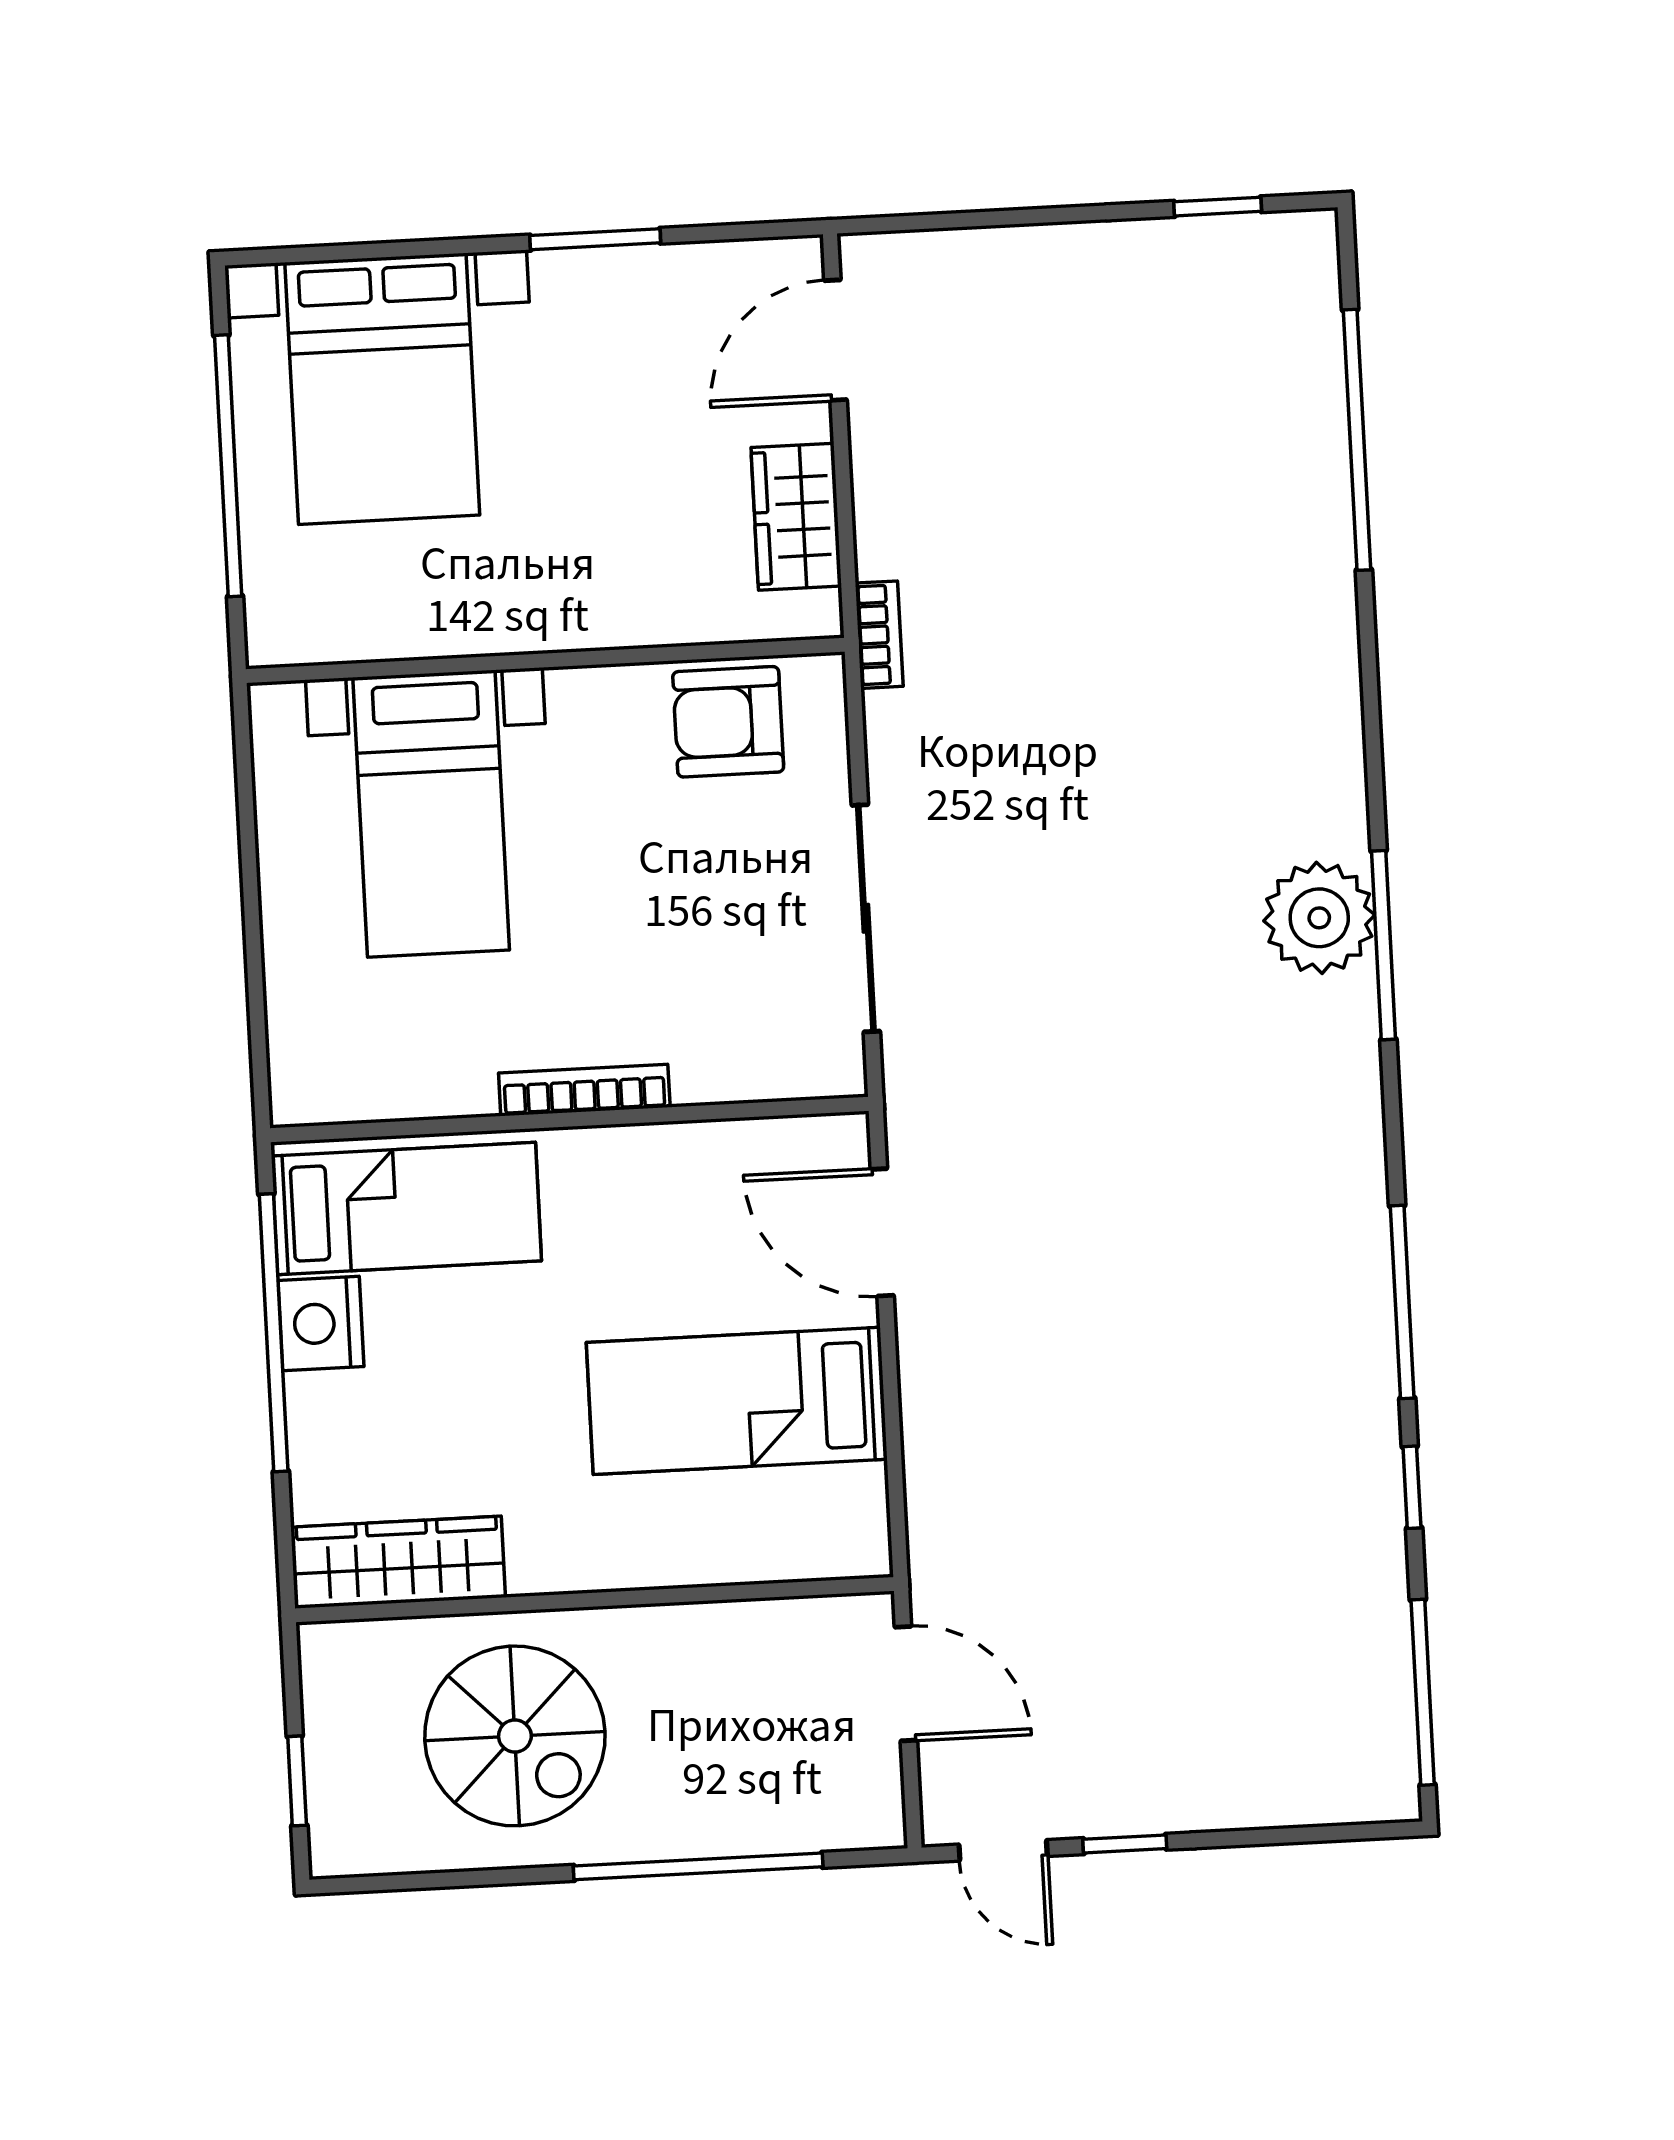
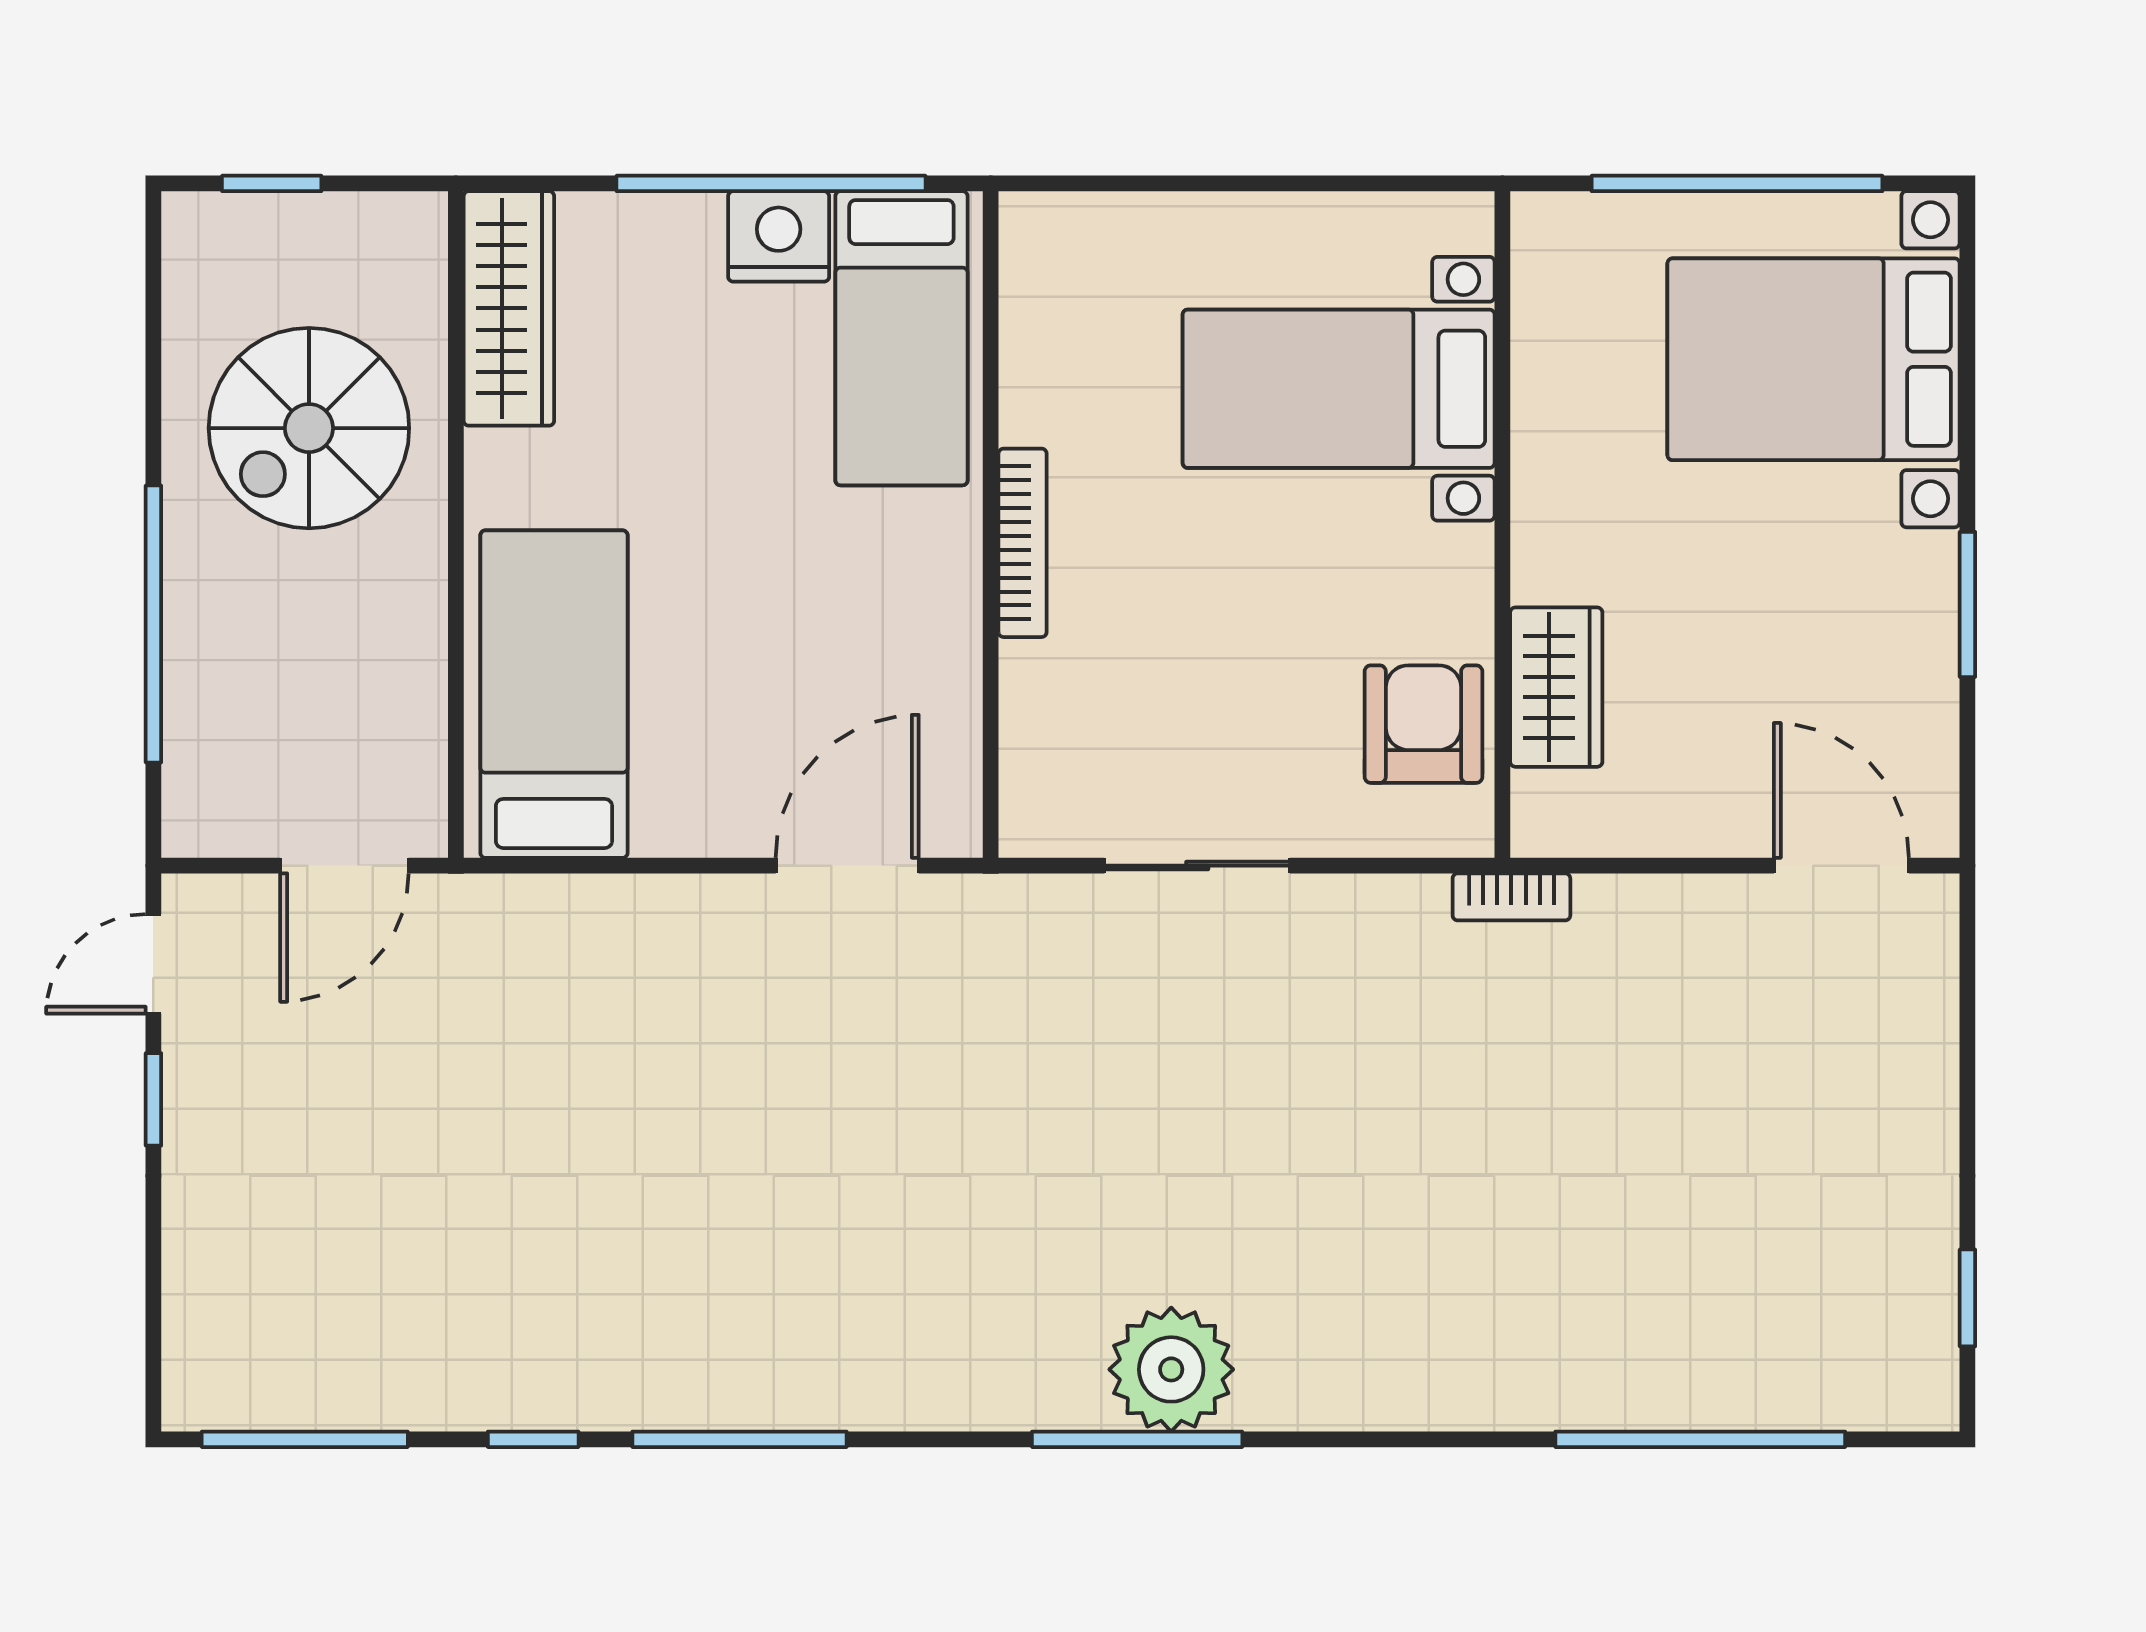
wardrobe: (796, 517) -> (1556, 687), moved, turned 90
sliding door: (866, 918) -> (1197, 866), width x0.73
bed: (737, 1401) -> (554, 694), moved

